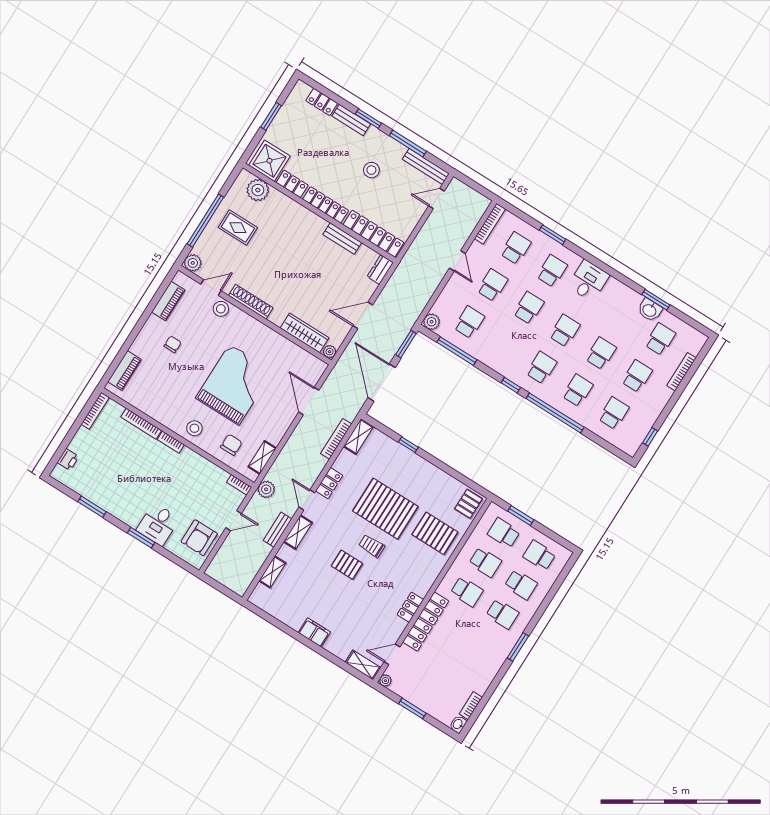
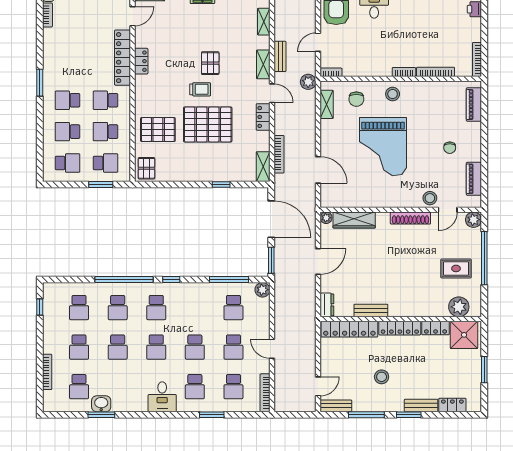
bench: (426, 166) -> (336, 406), width x0.73
pallet: (347, 565) -> (210, 63), turned 90

